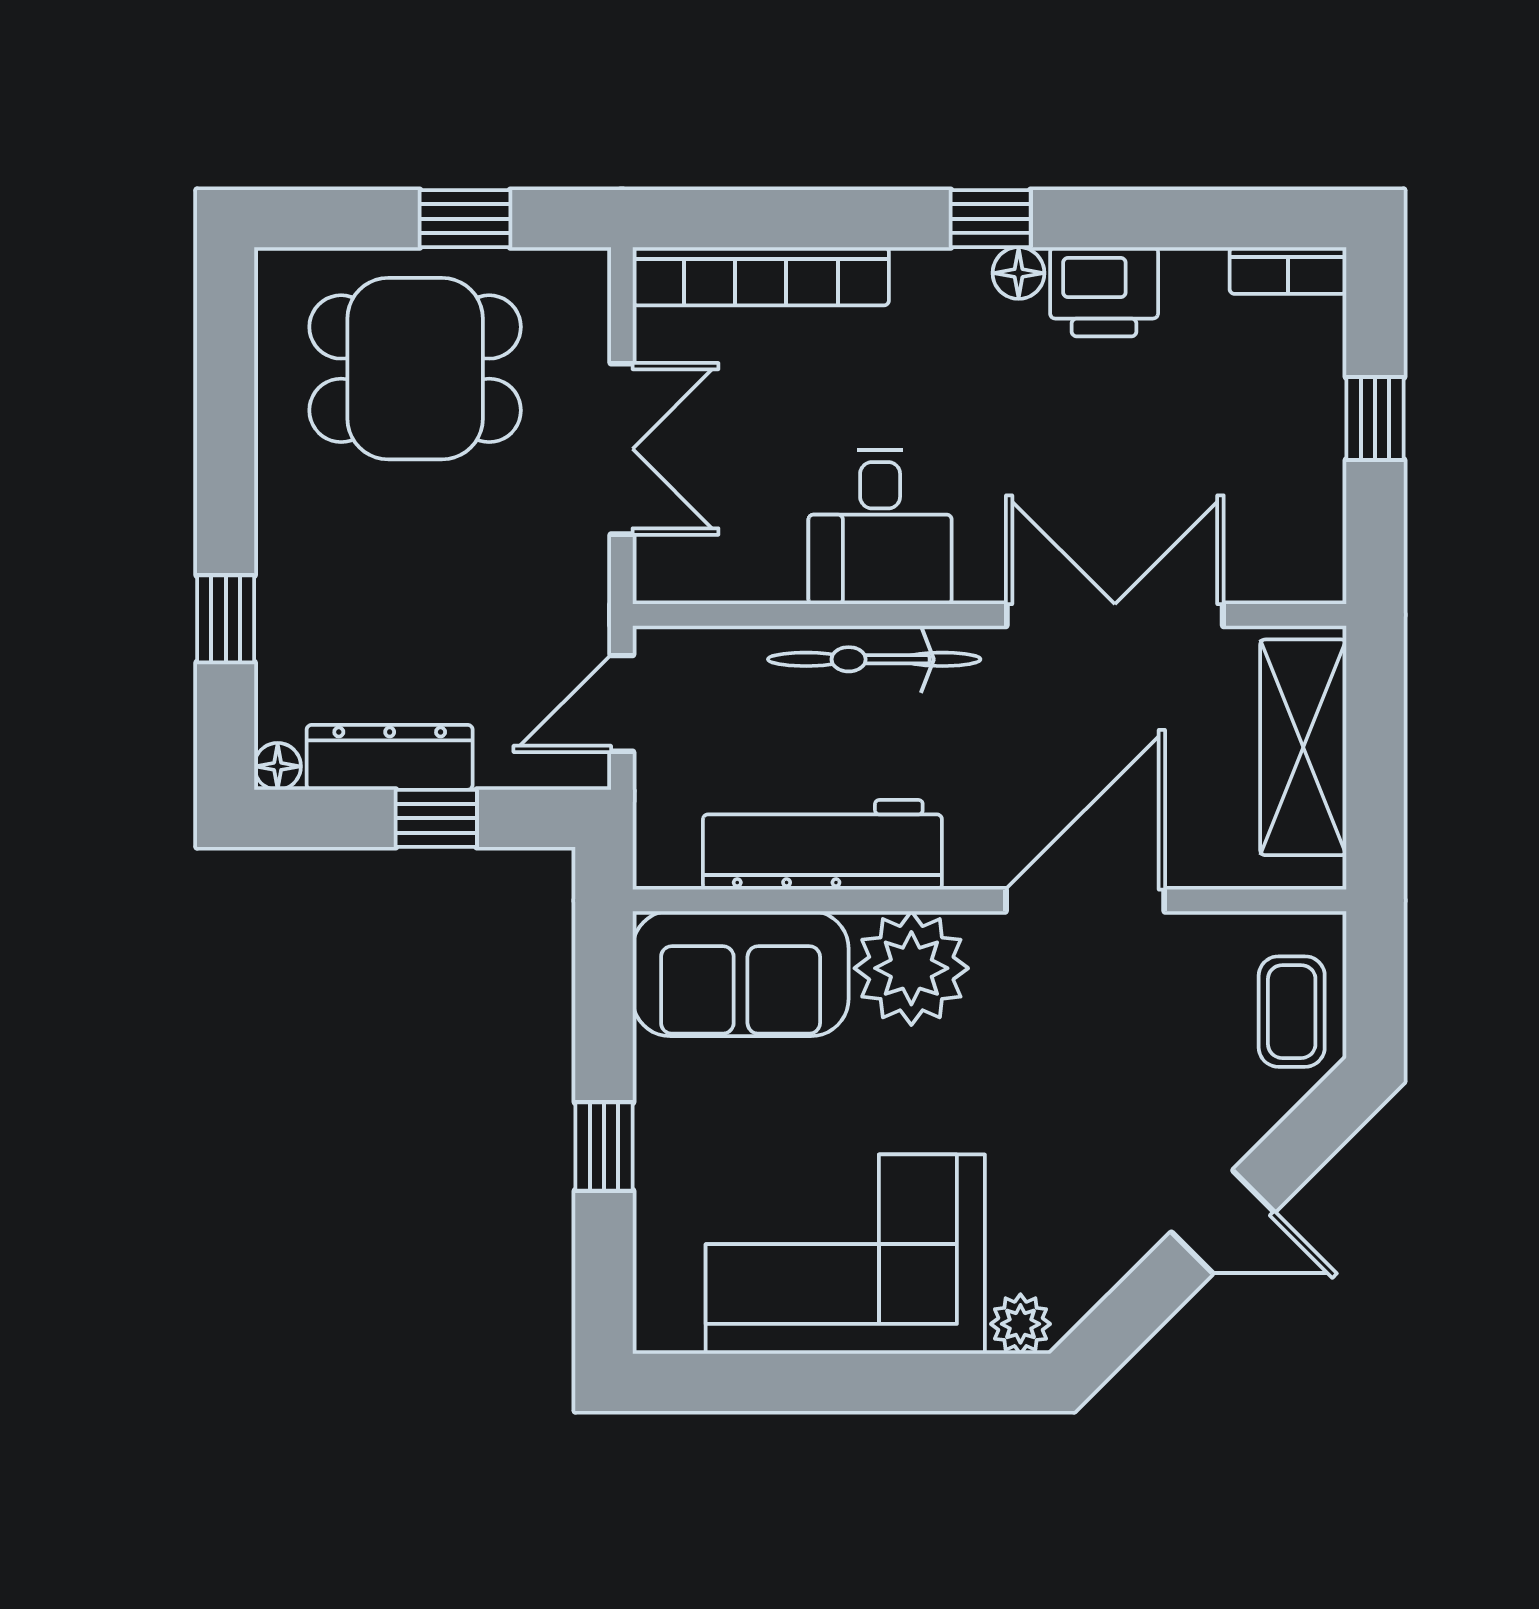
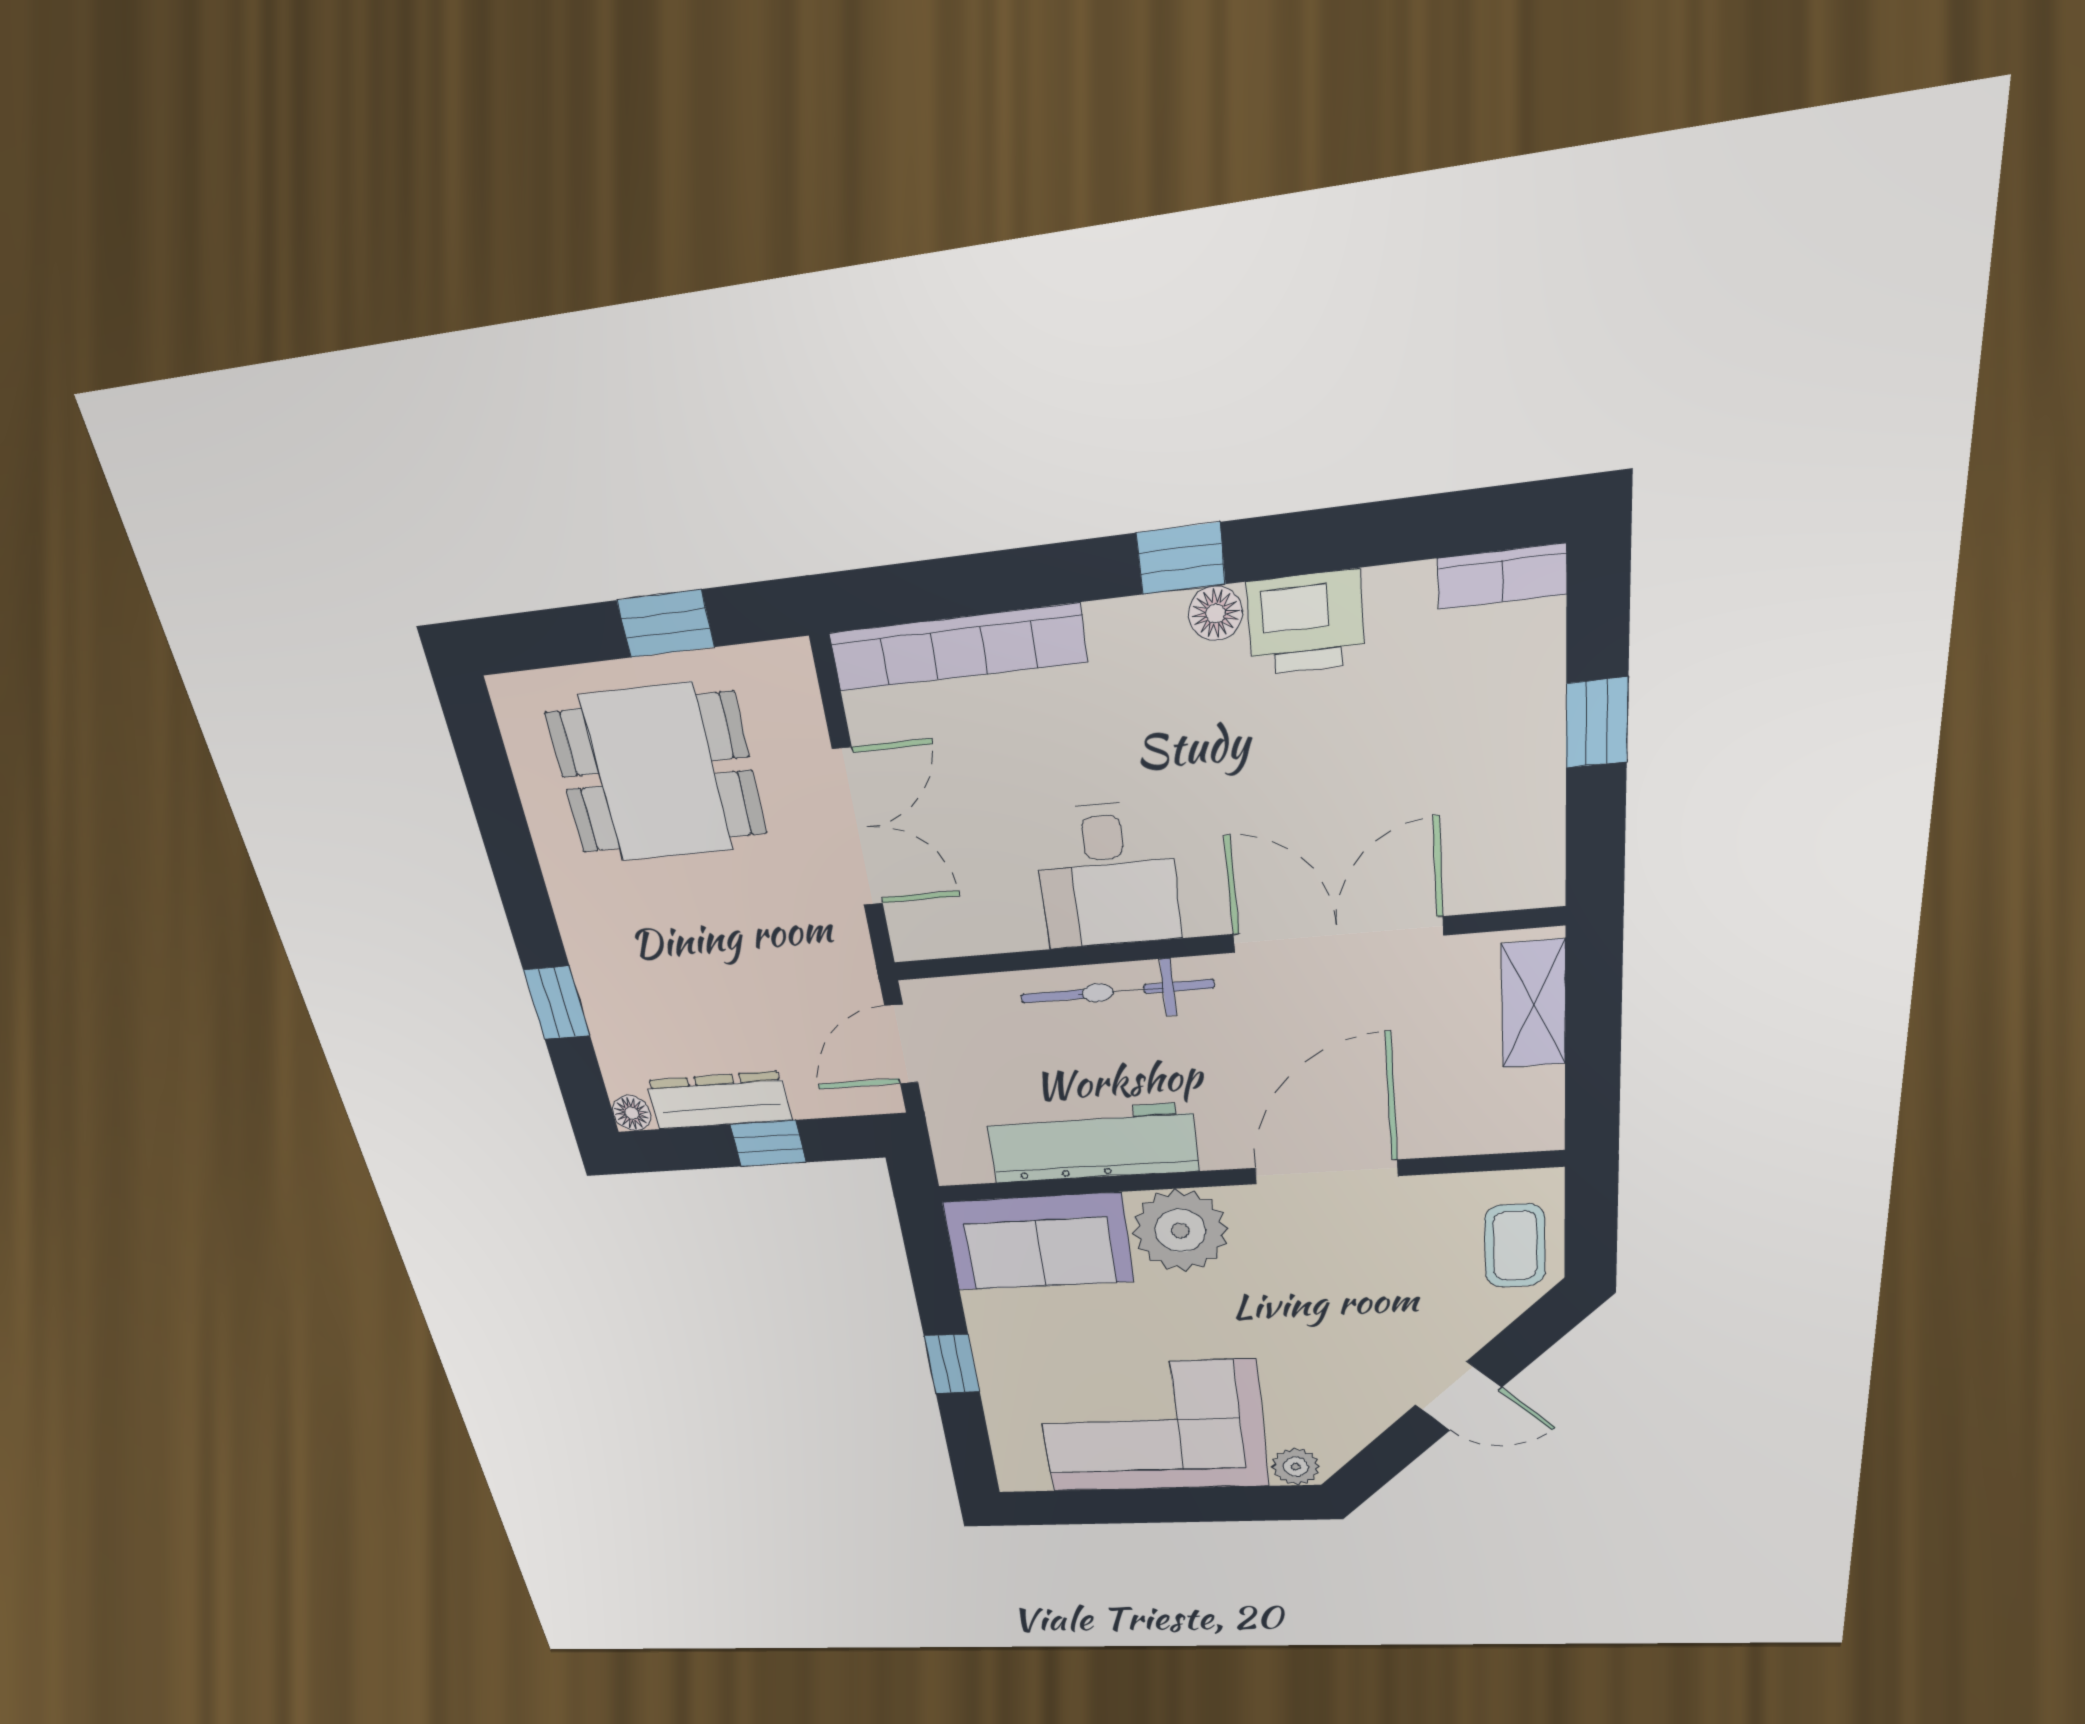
shelving: (1303, 747) -> (1534, 1004), width x0.67, depth x0.75

